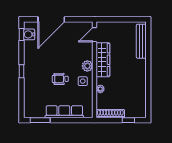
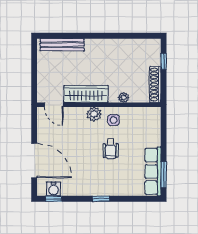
row of seats: (64, 112) -> (153, 171), moved

